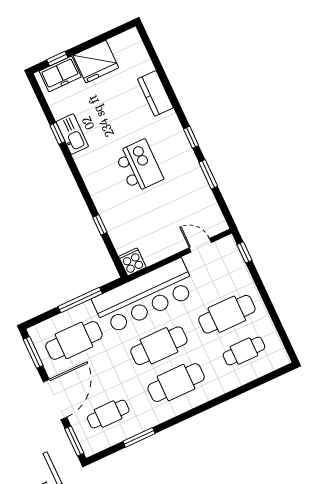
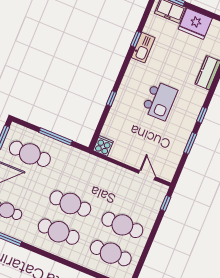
window: (100, 225) -> (111, 98), moved
bar counter: (144, 296) -> (90, 170), removed
cafe table: (244, 351) -> (111, 253), width x1.37, depth x1.35

